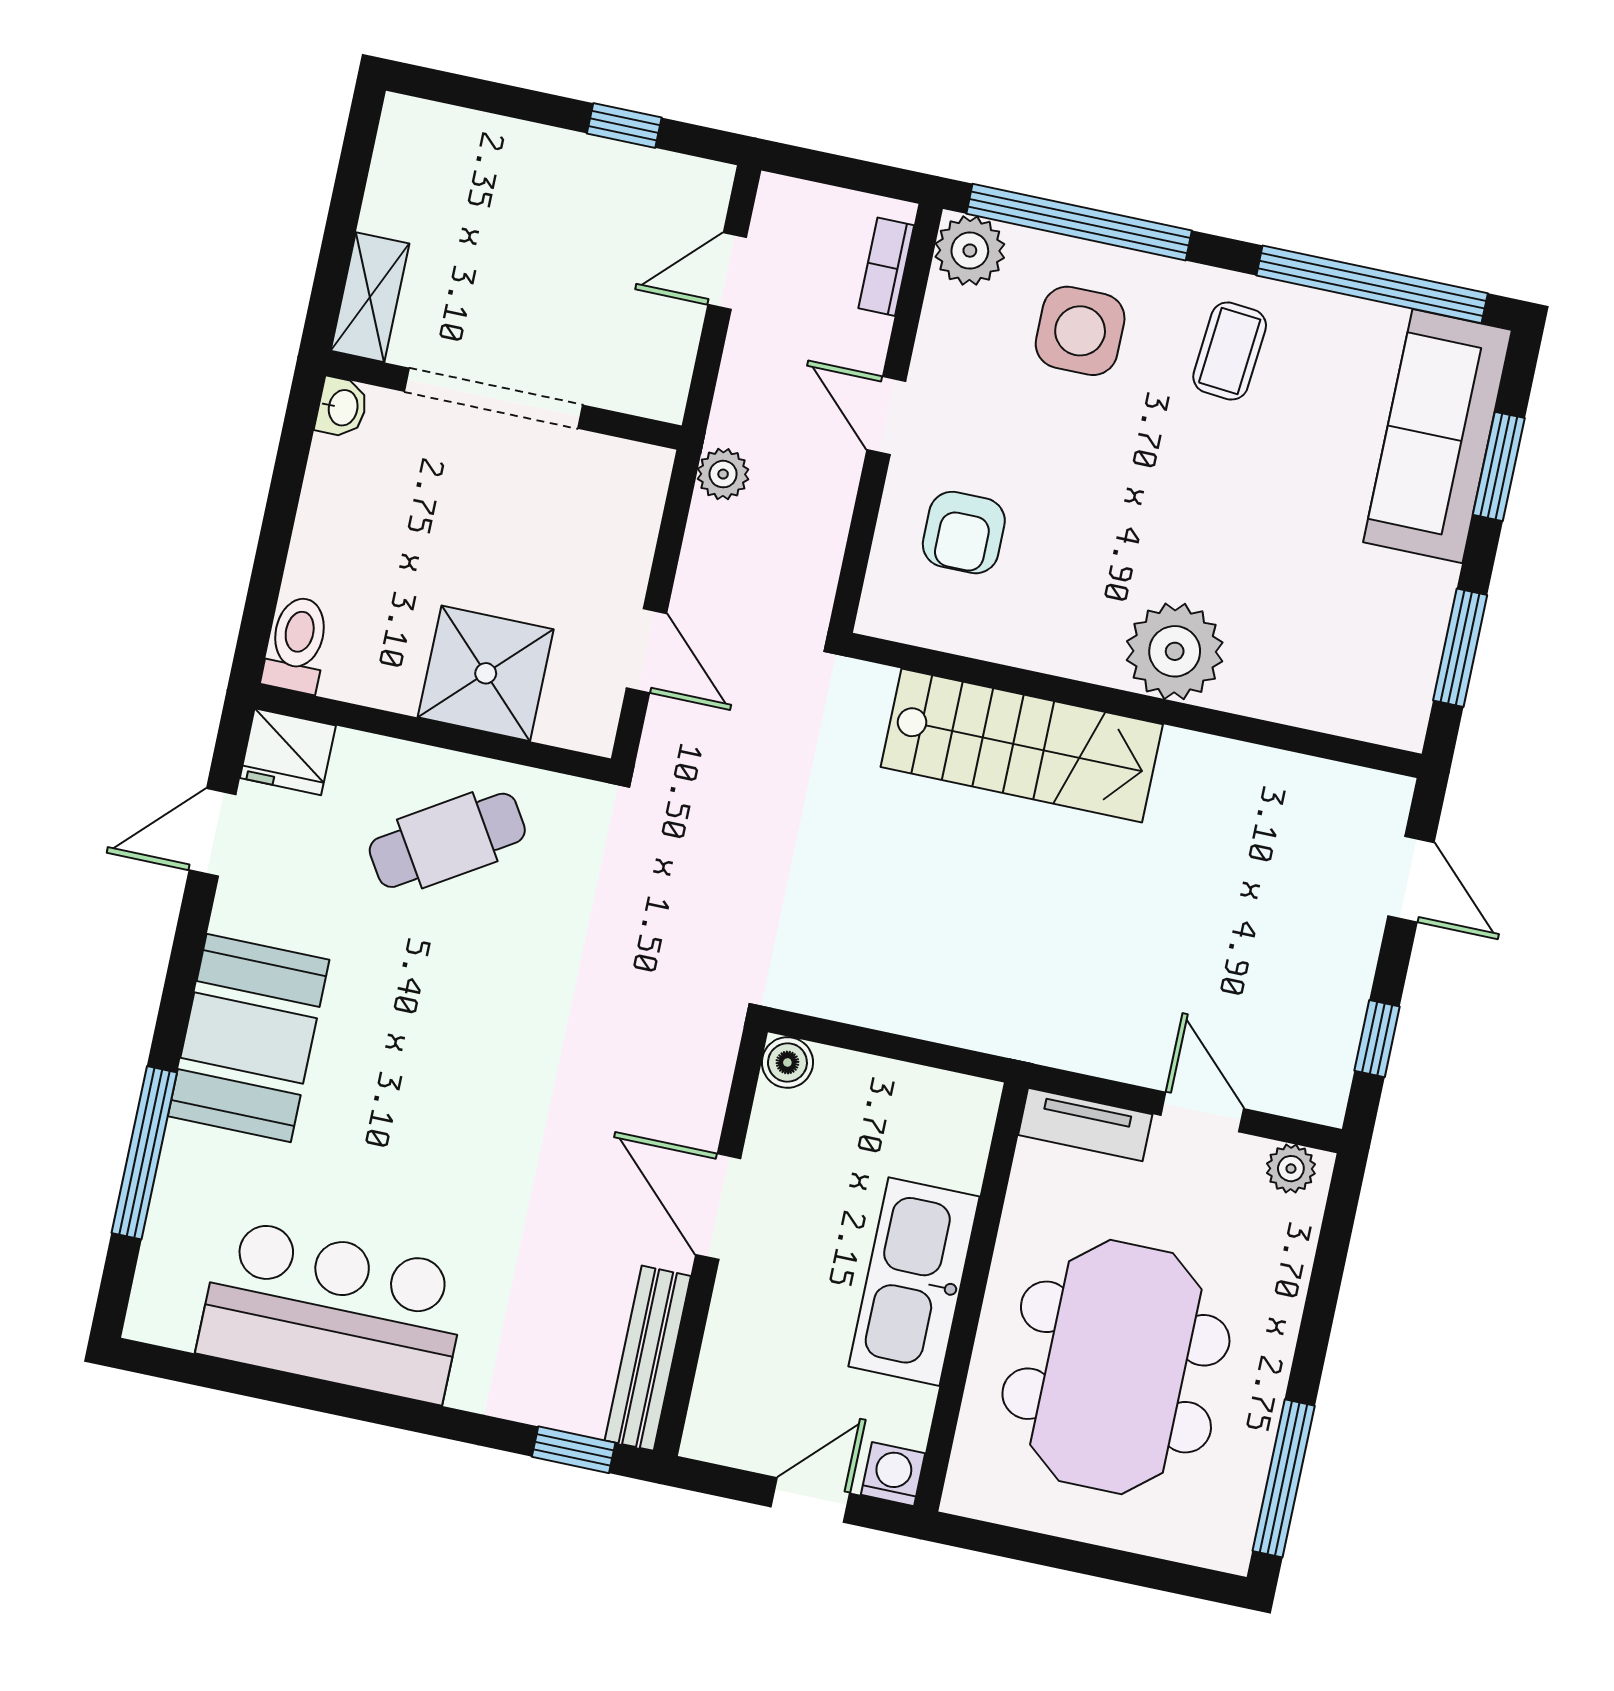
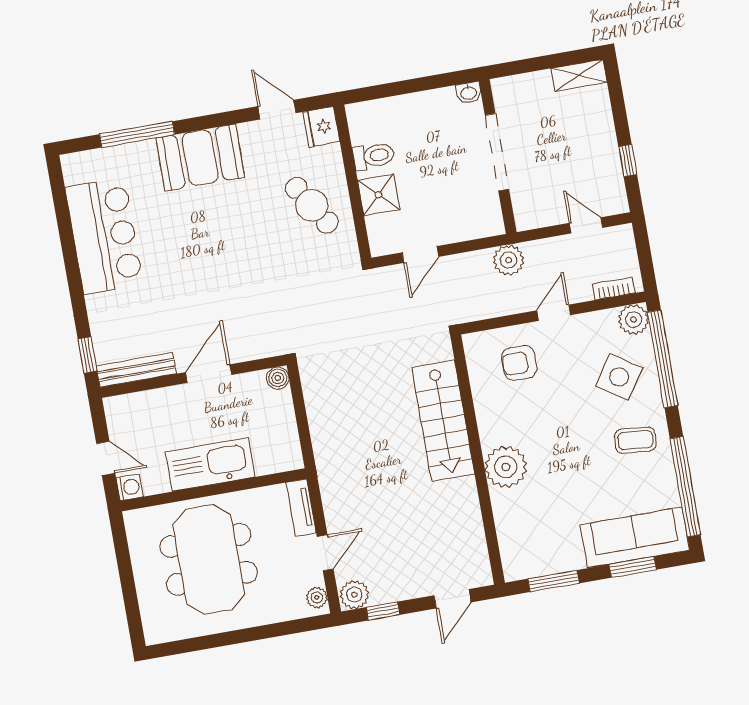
shelving: (370, 297) -> (579, 75), moved
side table: (1080, 331) -> (619, 377), turned 34
plant: (723, 474) -> (509, 260), width x1.38, depth x1.38
toilet: (297, 644) -> (374, 156), moved
shower: (486, 673) -> (379, 195), width x0.73, depth x0.73
plant: (1317, 1086) -> (354, 595), added
meeting table: (1116, 1367) -> (209, 559), turned 90
window: (1284, 1478) -> (191, 645), removed

